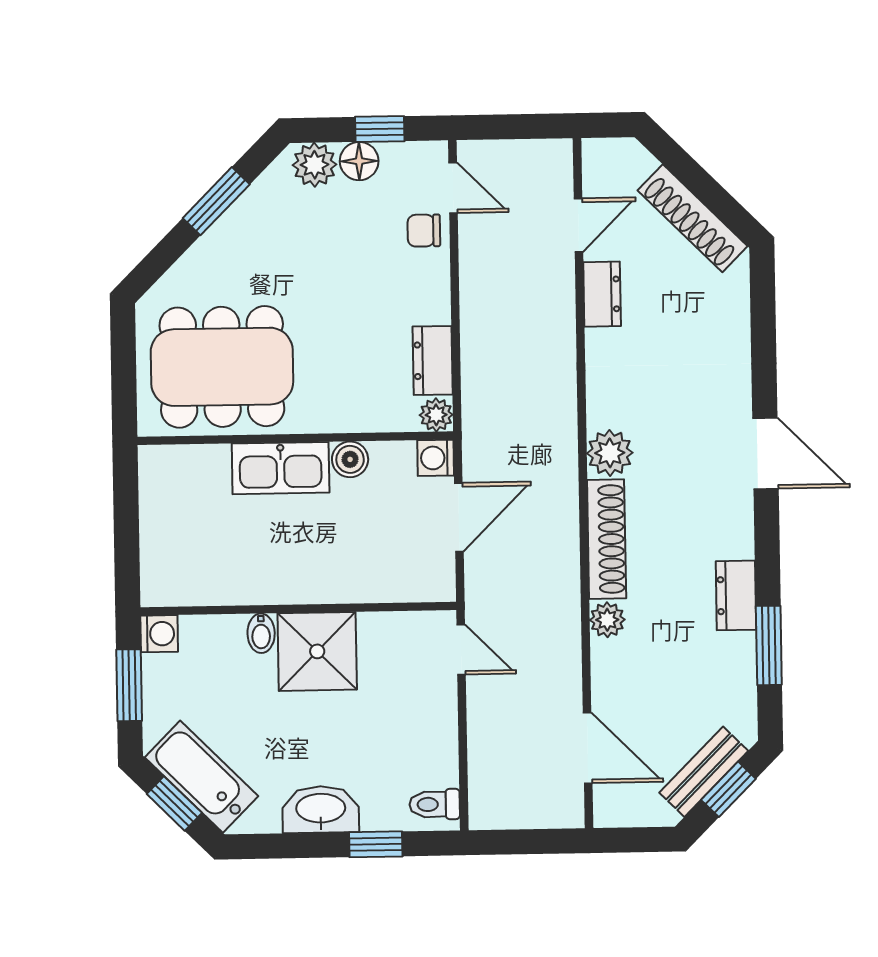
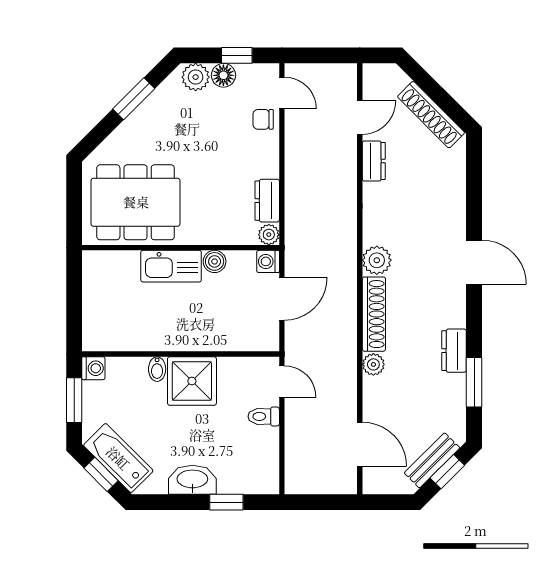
toilet: (435, 804) -> (264, 416), moved

